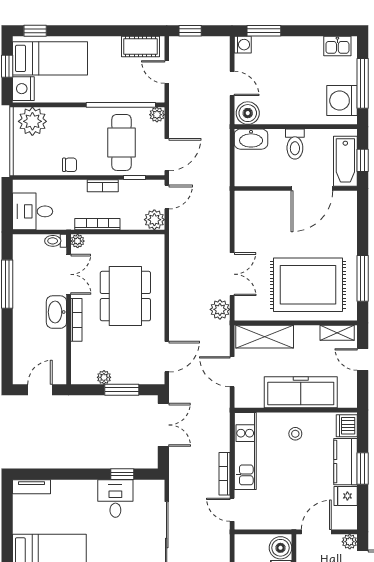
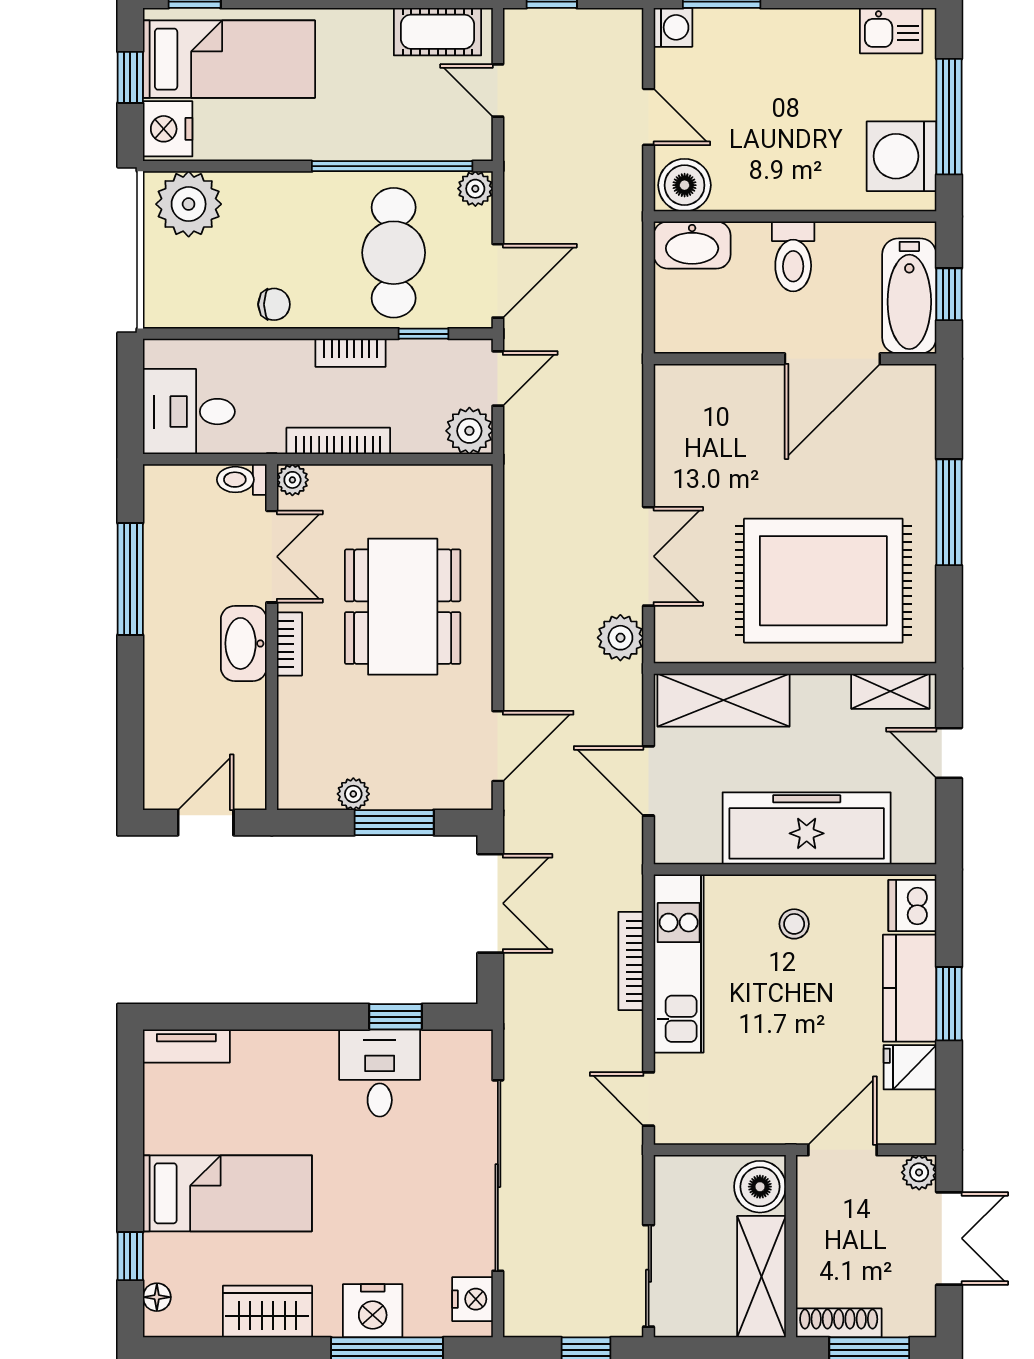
window: (363, 278) -> (949, 512), moved
bookcase: (76, 320) -> (289, 644), width x0.64
bookcase: (224, 474) -> (631, 961), moved

